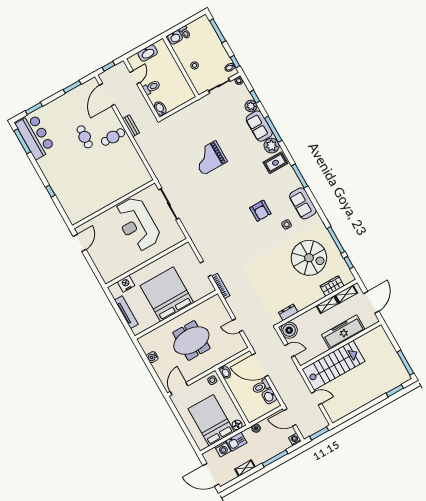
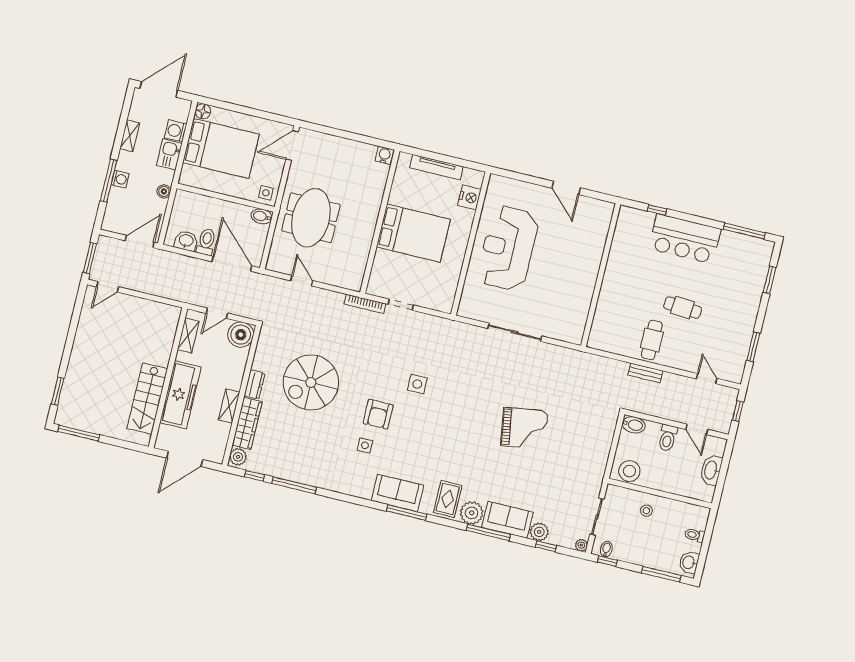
washbasin: (175, 37) -> (689, 562), moved
stool: (184, 90) -> (629, 471), added
door: (107, 95) -> (707, 379), width x0.53
bar counter: (35, 136) -> (685, 239), moved
grand piano: (209, 158) -> (524, 428), turned 81
sofa: (303, 203) -> (398, 493), moved
wall: (114, 204) -> (601, 275), moved
armchair: (260, 211) -> (378, 414), moved, turned -90
reception desk: (137, 224) -> (508, 248), moved, turned -90
side table: (235, 227) -> (417, 384), added
spiral stairs: (309, 258) -> (311, 382), moved
plant: (347, 278) -> (238, 457), added
wardrobe: (332, 286) -> (247, 423), width x1.50
bed: (167, 294) -> (413, 233), width x0.73
shelving: (346, 294) -> (188, 335), moved
door: (371, 302) -> (185, 459), hinge flipped
dresser: (288, 312) -> (255, 385), moved
door: (238, 325) -> (302, 281), hinge flipped
meeting table: (191, 341) -> (311, 218), moved
water cooler: (152, 357) -> (384, 155), moved
door: (260, 365) -> (232, 264), hinge flipped
stairs: (333, 365) -> (147, 399), moved, width x0.73, depth x0.66
door: (179, 389) -> (292, 145), swing flipped
door: (316, 398) -> (108, 287), moved
floor lamp: (237, 425) -> (203, 111), moved
washing machine: (295, 439) -> (120, 179), moved

